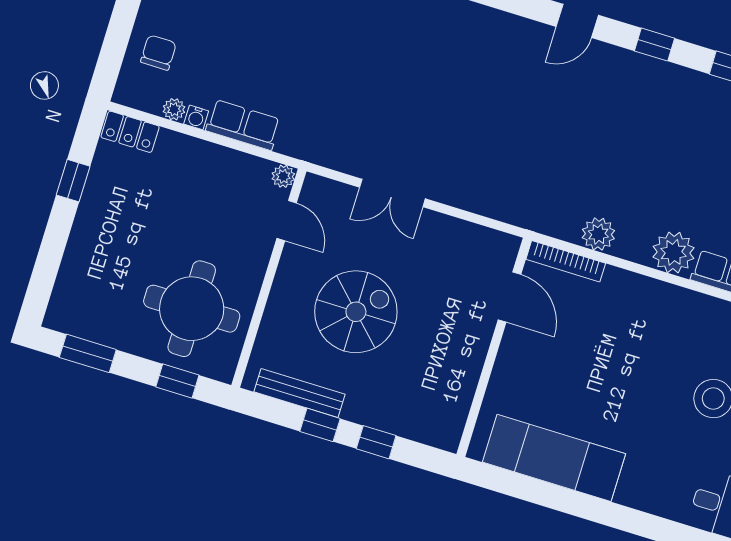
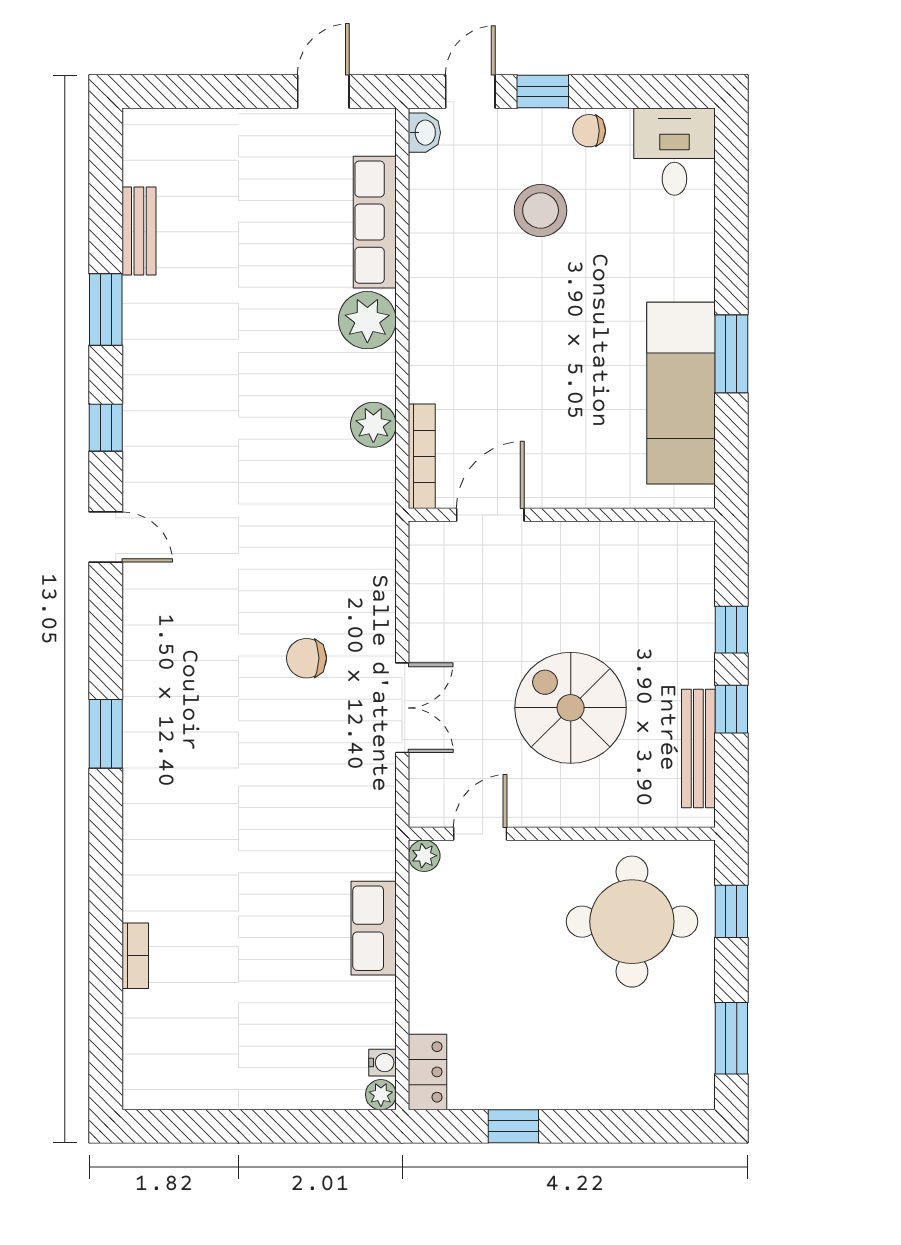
chair: (158, 53) -> (306, 658), moved
plant: (174, 109) -> (381, 1095), moved
water cooler: (196, 117) -> (382, 1063), moved
window: (571, 502) -> (731, 354), added

